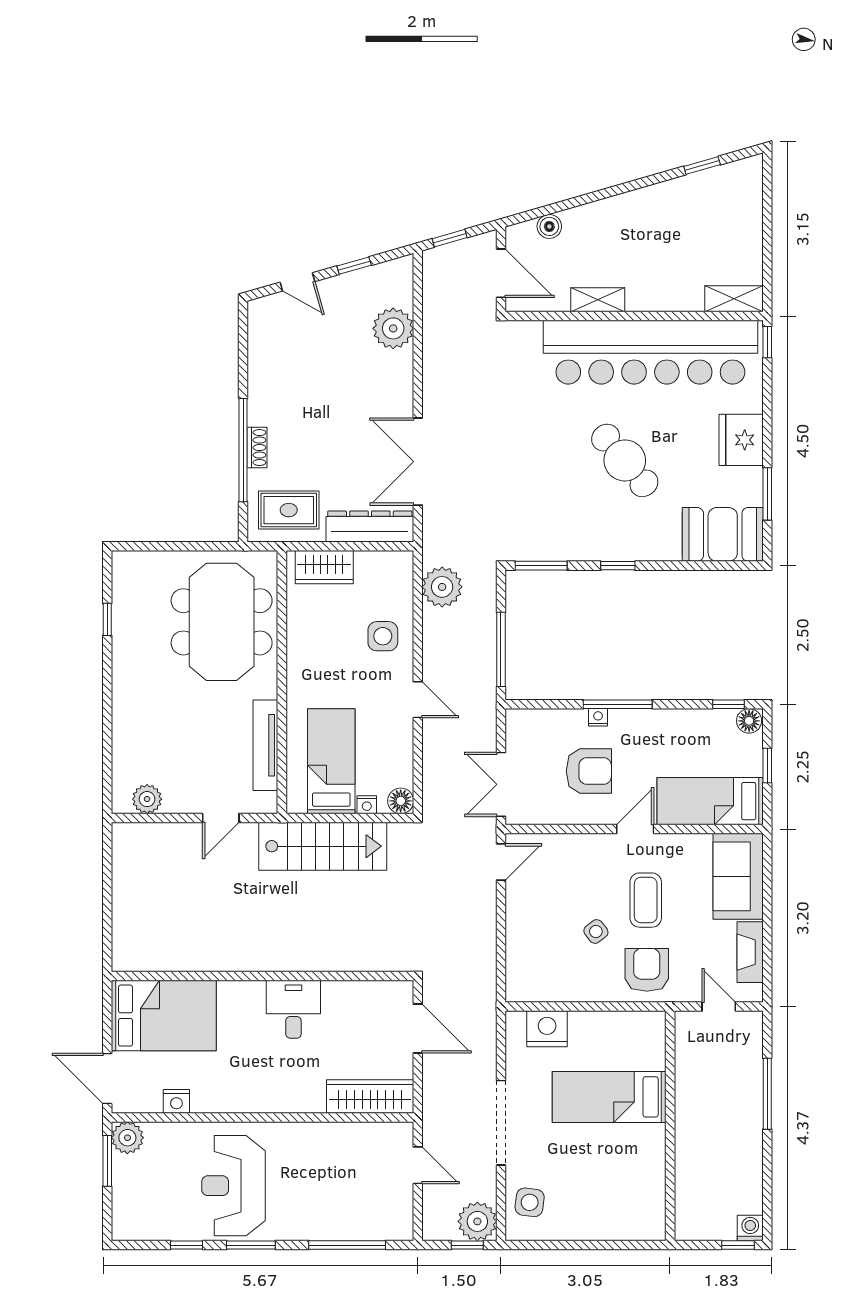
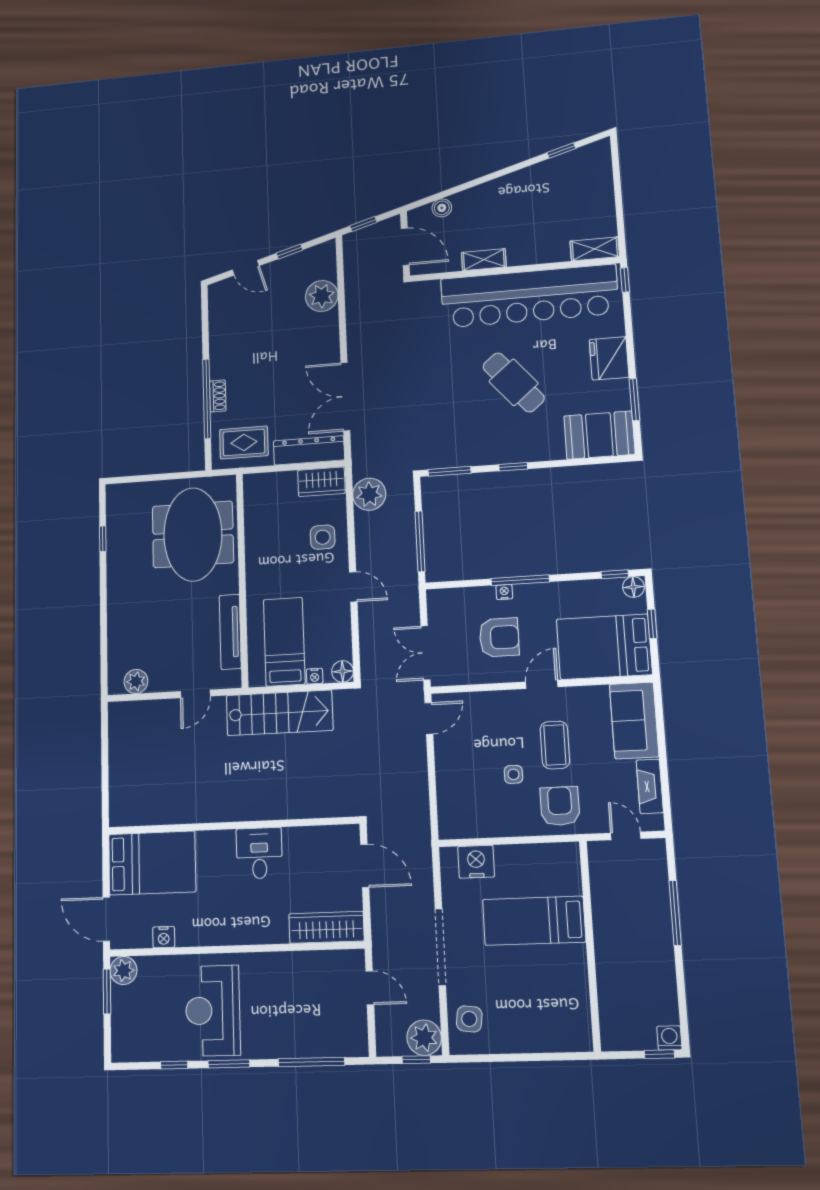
wardrobe: (324, 567) -> (321, 482), moved
bed: (710, 801) -> (604, 647), width x1.50
side table: (596, 931) -> (513, 774), turned 38

